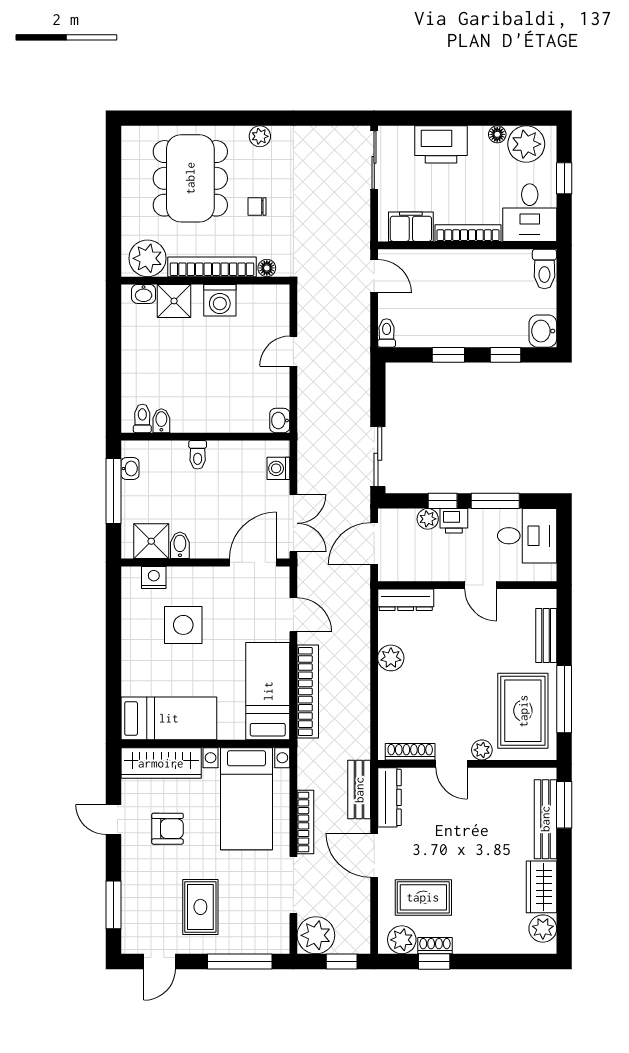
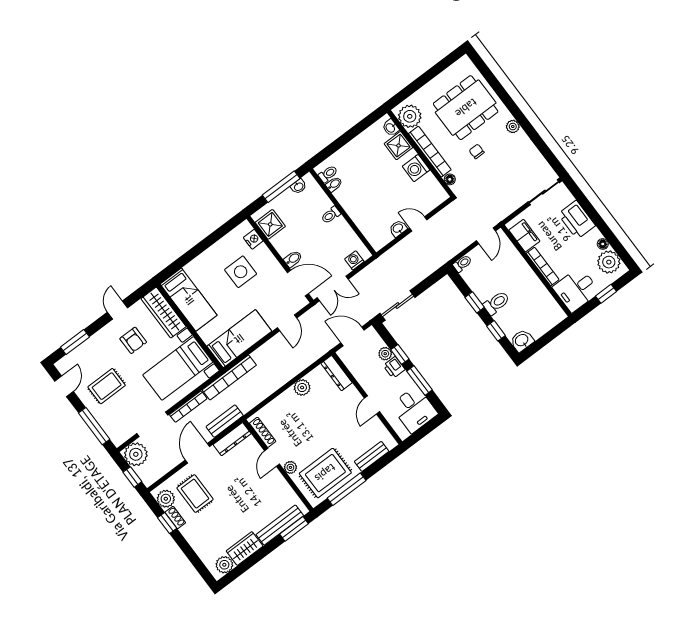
toilet: (544, 269) -> (496, 303), moved, turned 180
washbasin: (280, 421) -> (398, 228), moved
bidet: (180, 545) -> (293, 259), moved
bookcase: (308, 692) -> (229, 378), moved
door: (160, 961) -> (64, 386), swing flipped

